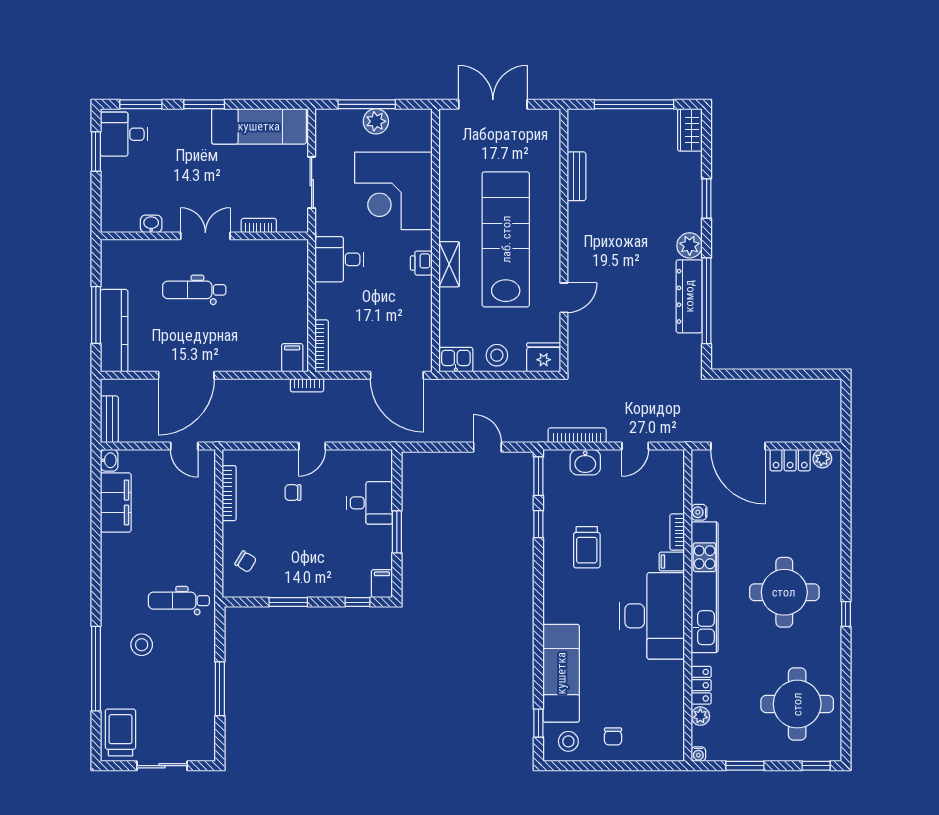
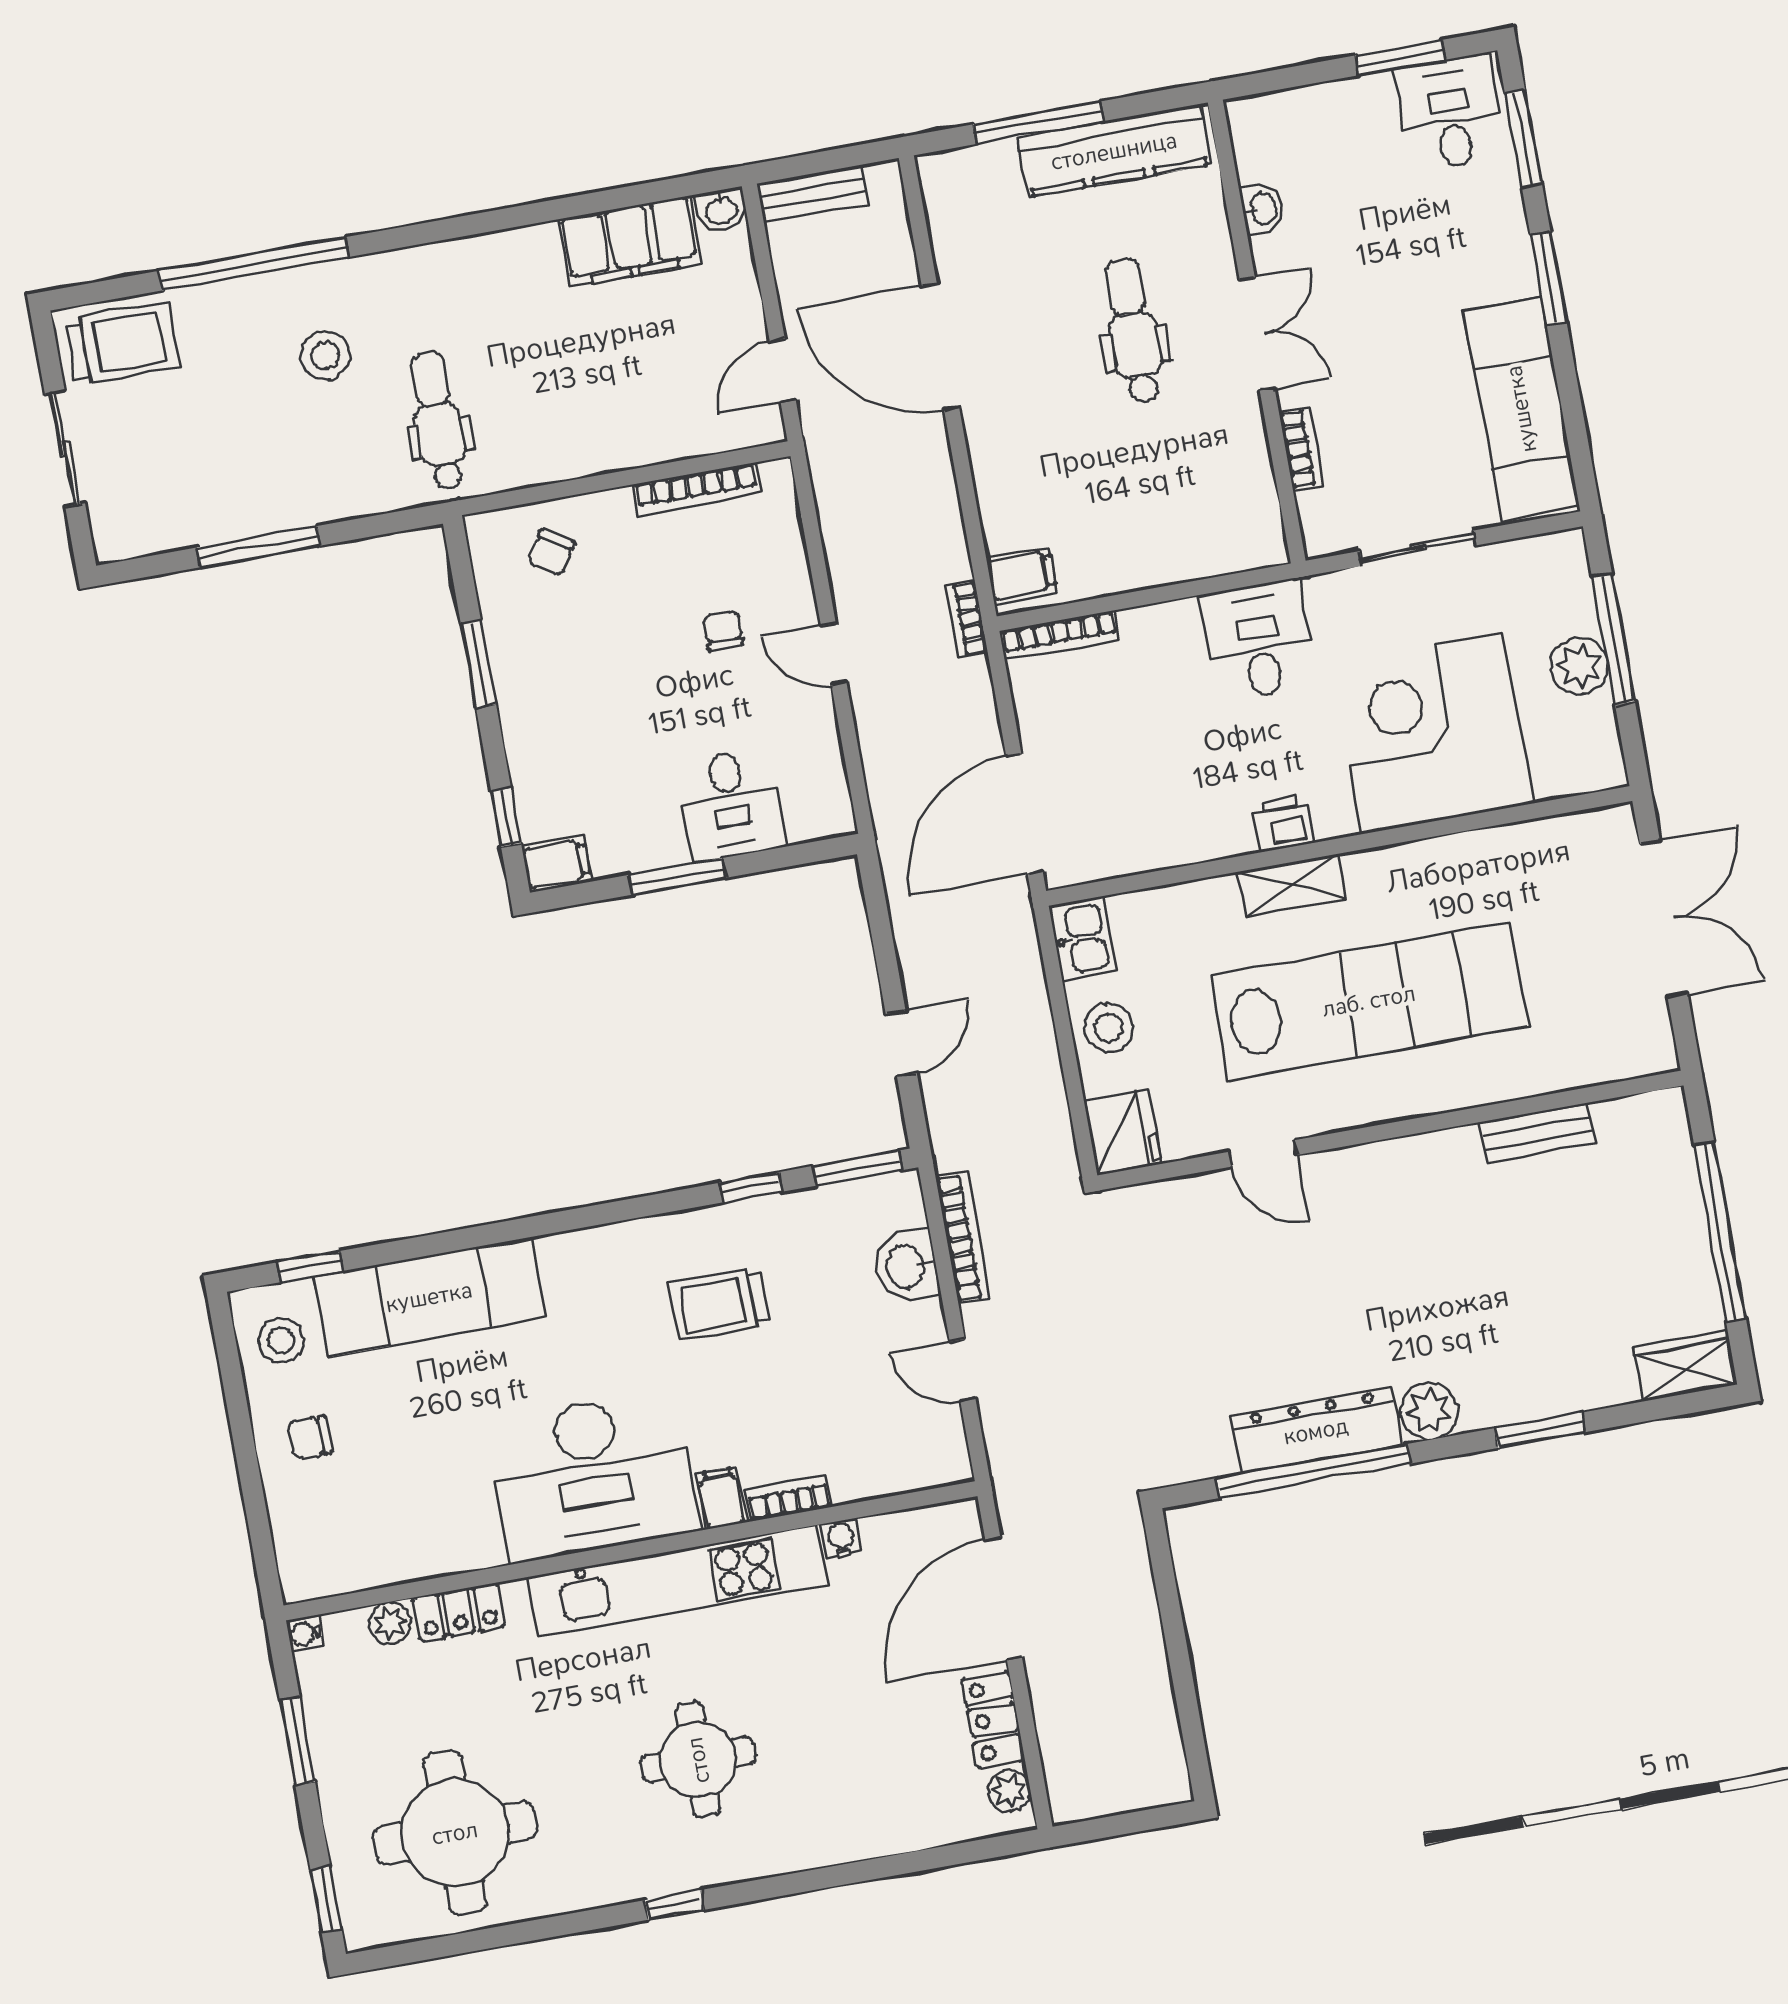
kitchen counter: (114, 331) -> (1114, 151), moved
round table: (784, 592) -> (698, 1760), width x0.73, depth x0.73

